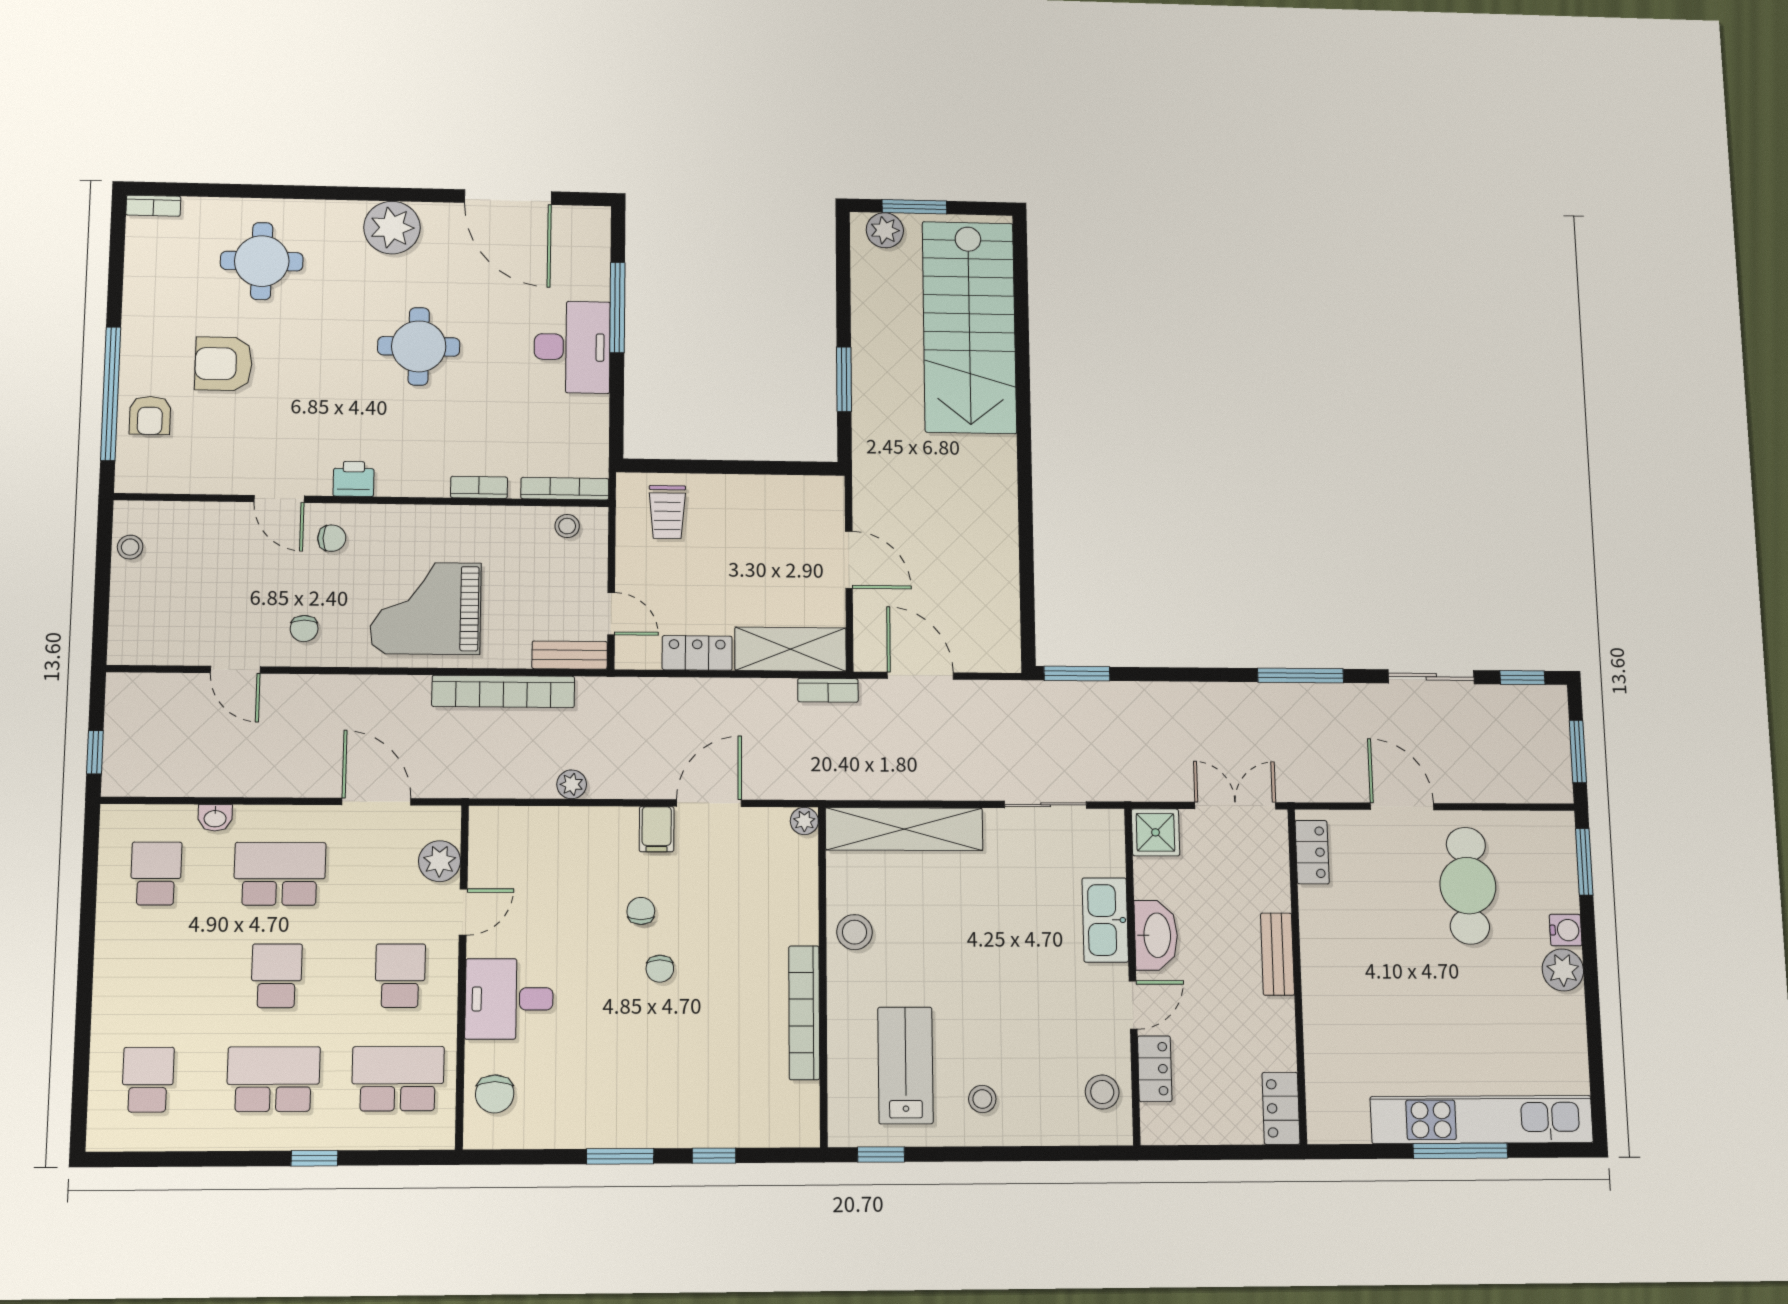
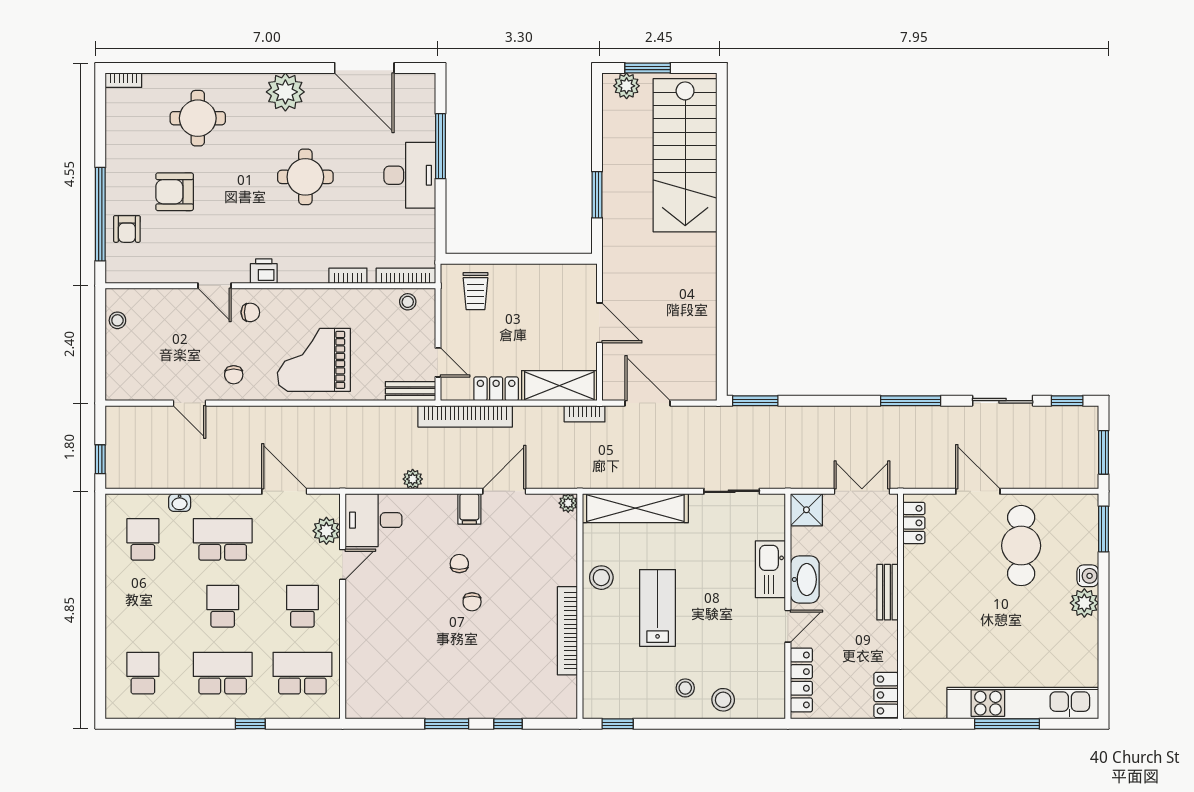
bookcase: (503, 691) -> (465, 416), moved
desk: (509, 999) -> (373, 520), moved
lab bench: (905, 1065) -> (658, 608), moved
locker: (1155, 1069) -> (801, 680), width x1.53
stool: (1102, 1092) -> (723, 700), moved
chair: (495, 1094) -> (365, 683), removed

